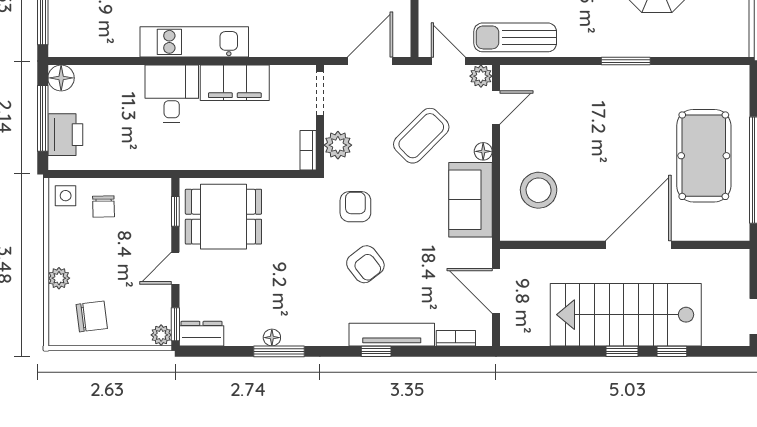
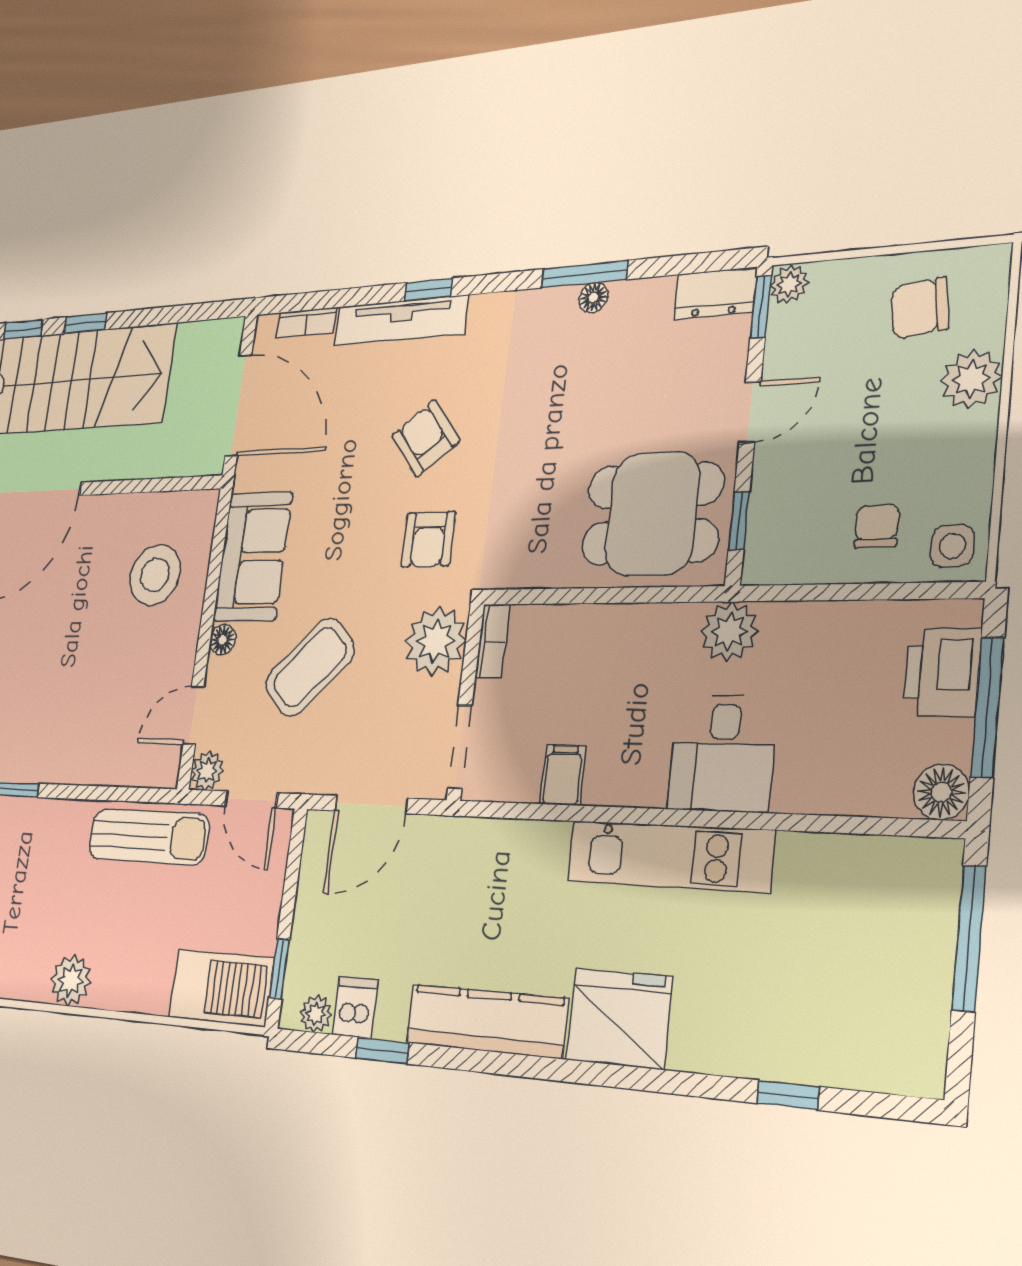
filing cabinet: (235, 83) -> (563, 775), width x0.33, depth x0.86
plant: (338, 145) -> (435, 641), width x1.36, depth x1.36
plant: (175, 155) -> (729, 631), added
plant: (59, 278) -> (971, 379), width x1.38, depth x1.38
door: (496, 291) -> (238, 405), width x1.36

